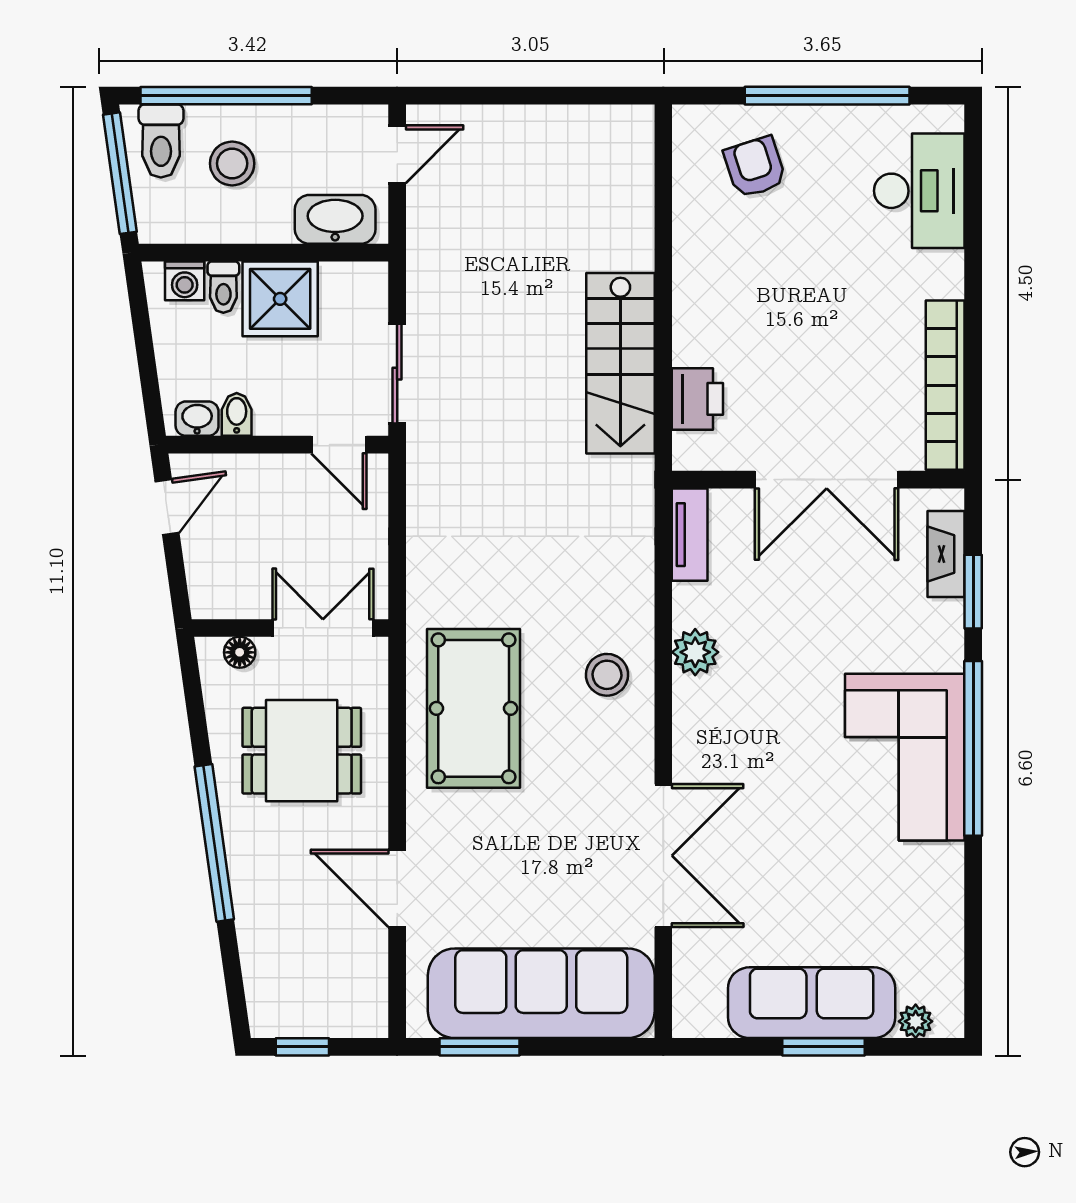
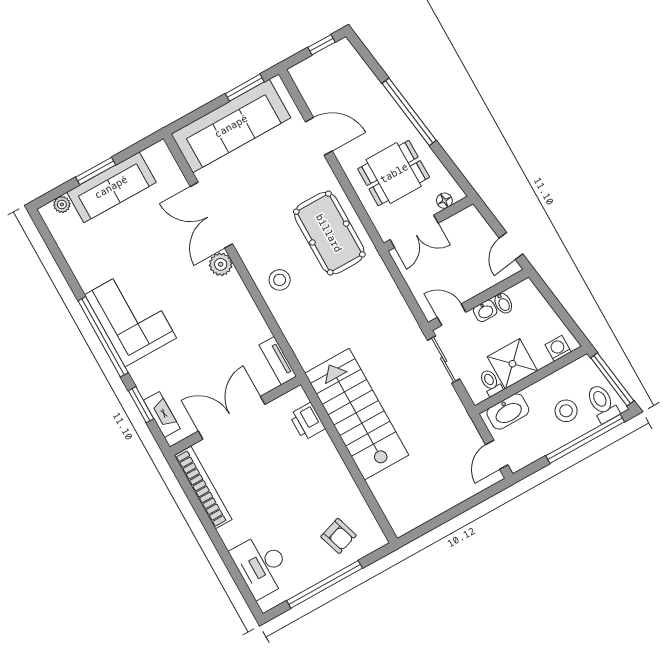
toilet: (223, 287) -> (491, 383), moved
stairs: (620, 363) -> (357, 414), width x1.36, depth x1.51
washbasin: (197, 419) -> (485, 311), moved
plant: (695, 652) -> (221, 264), moved

